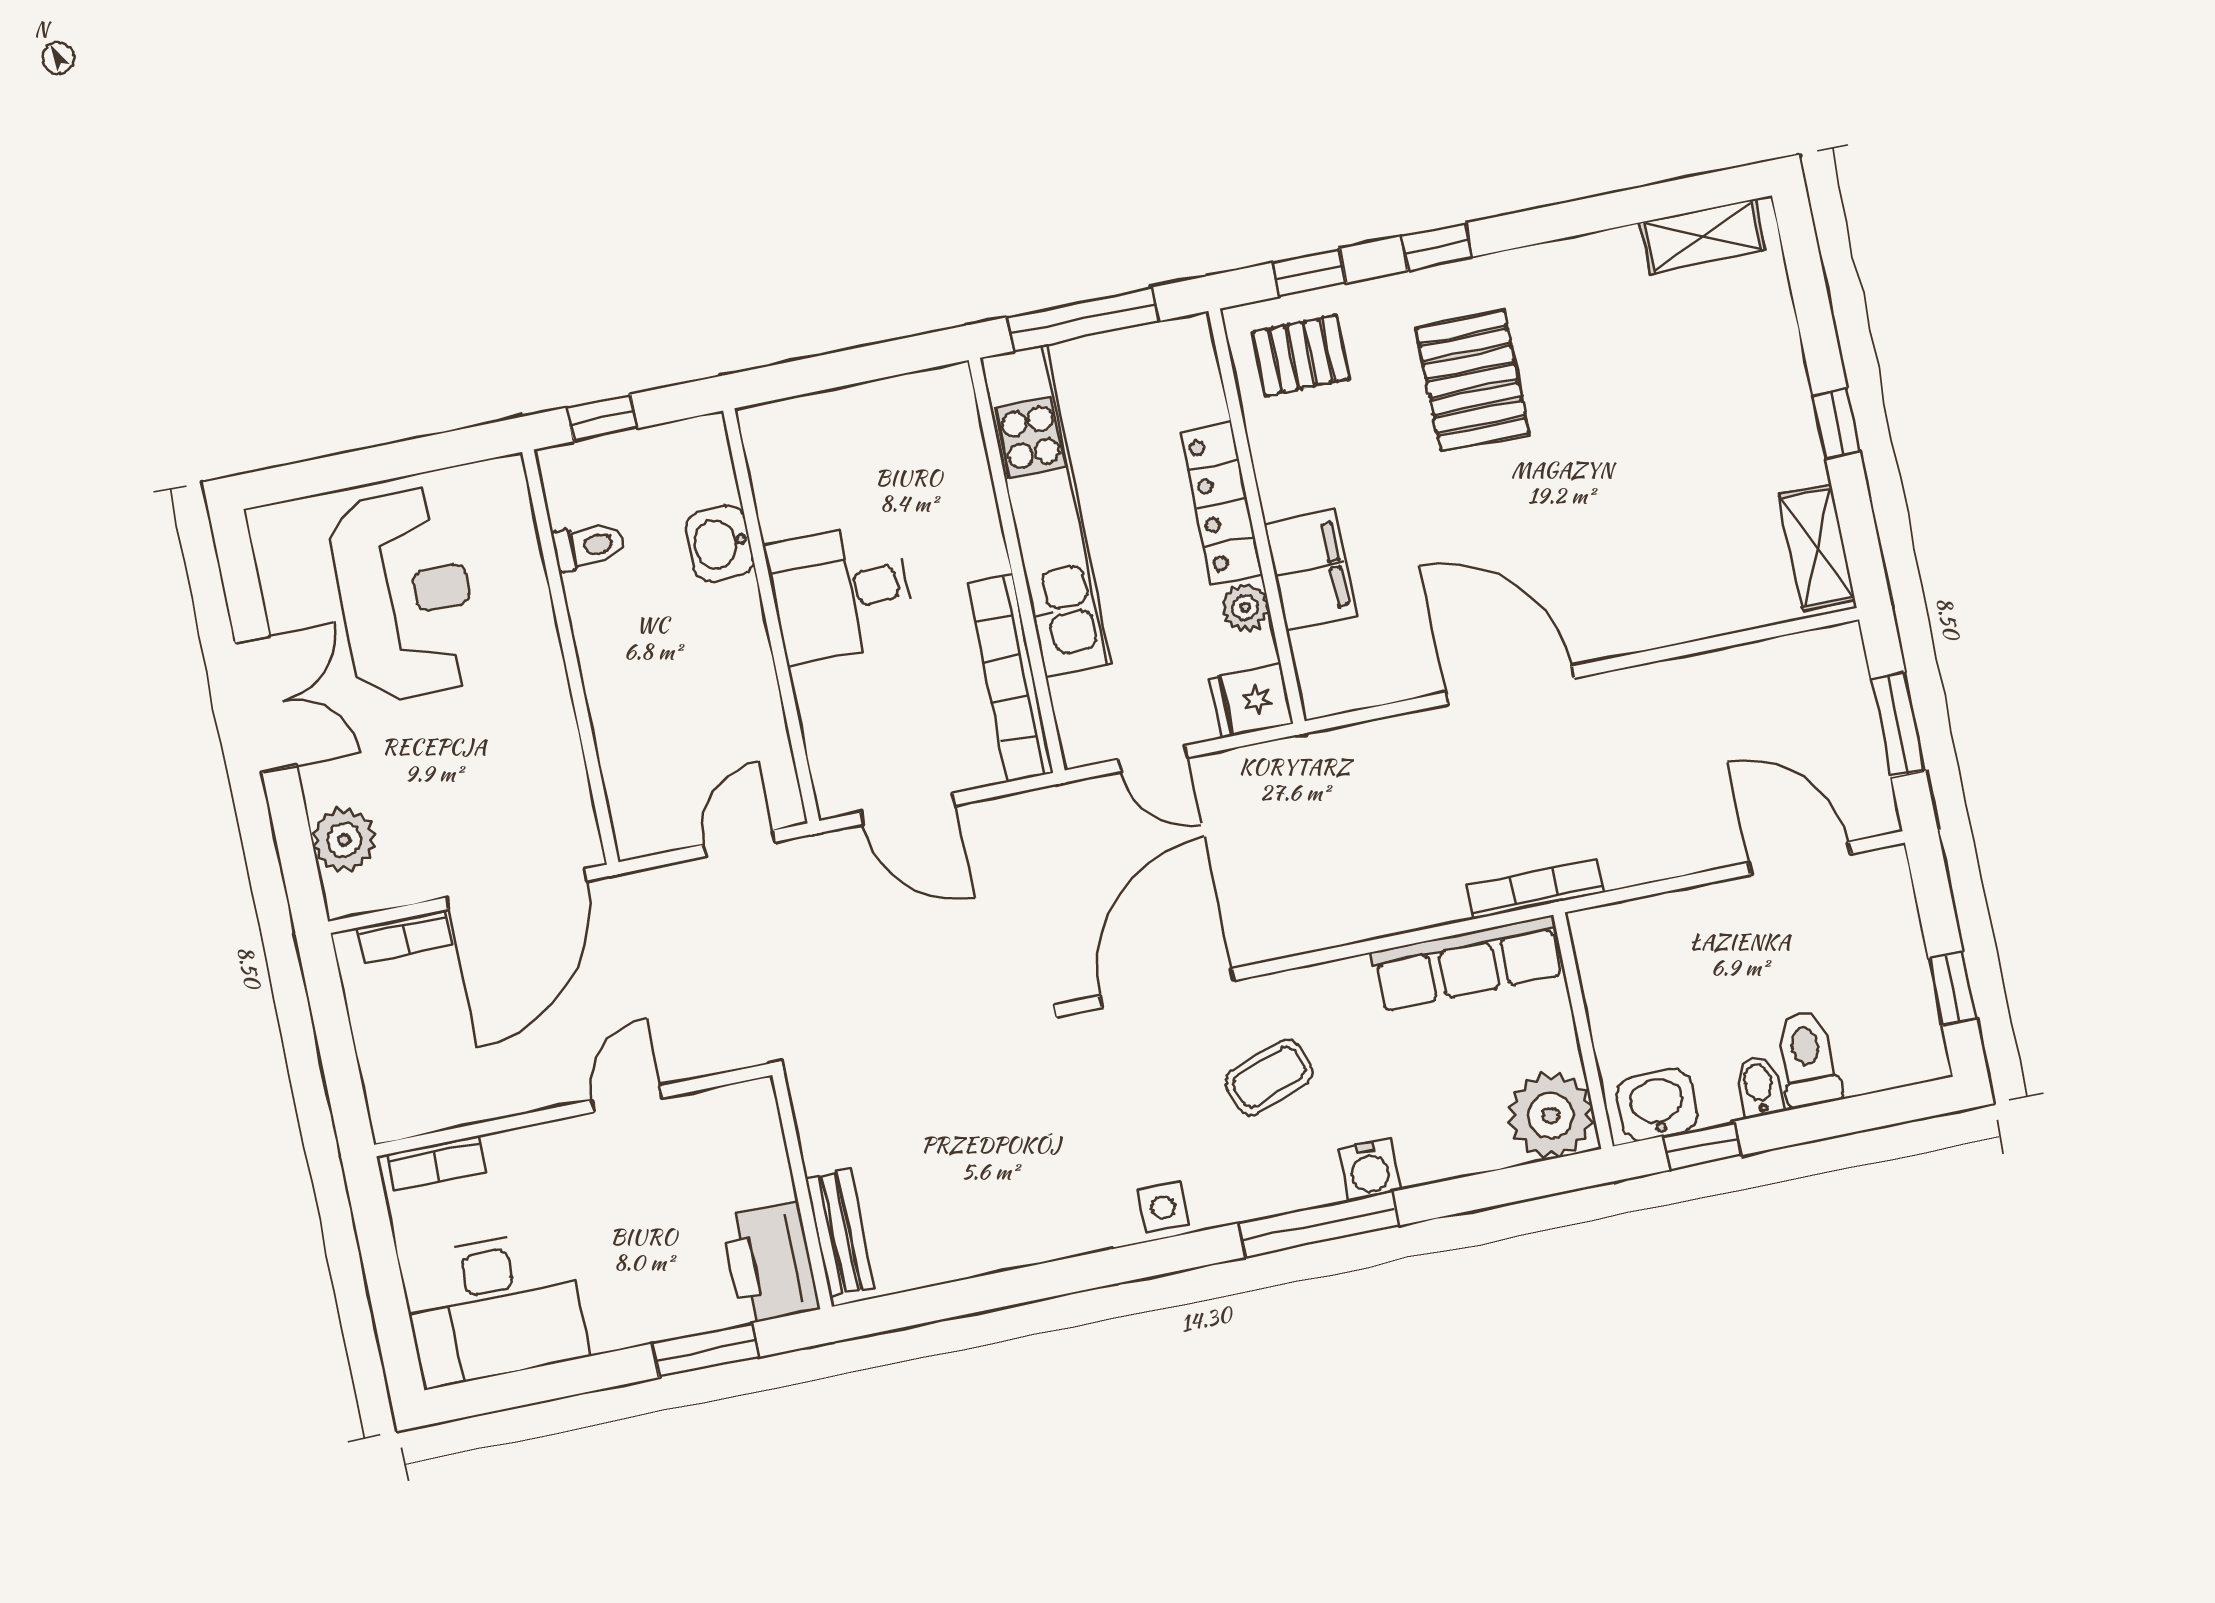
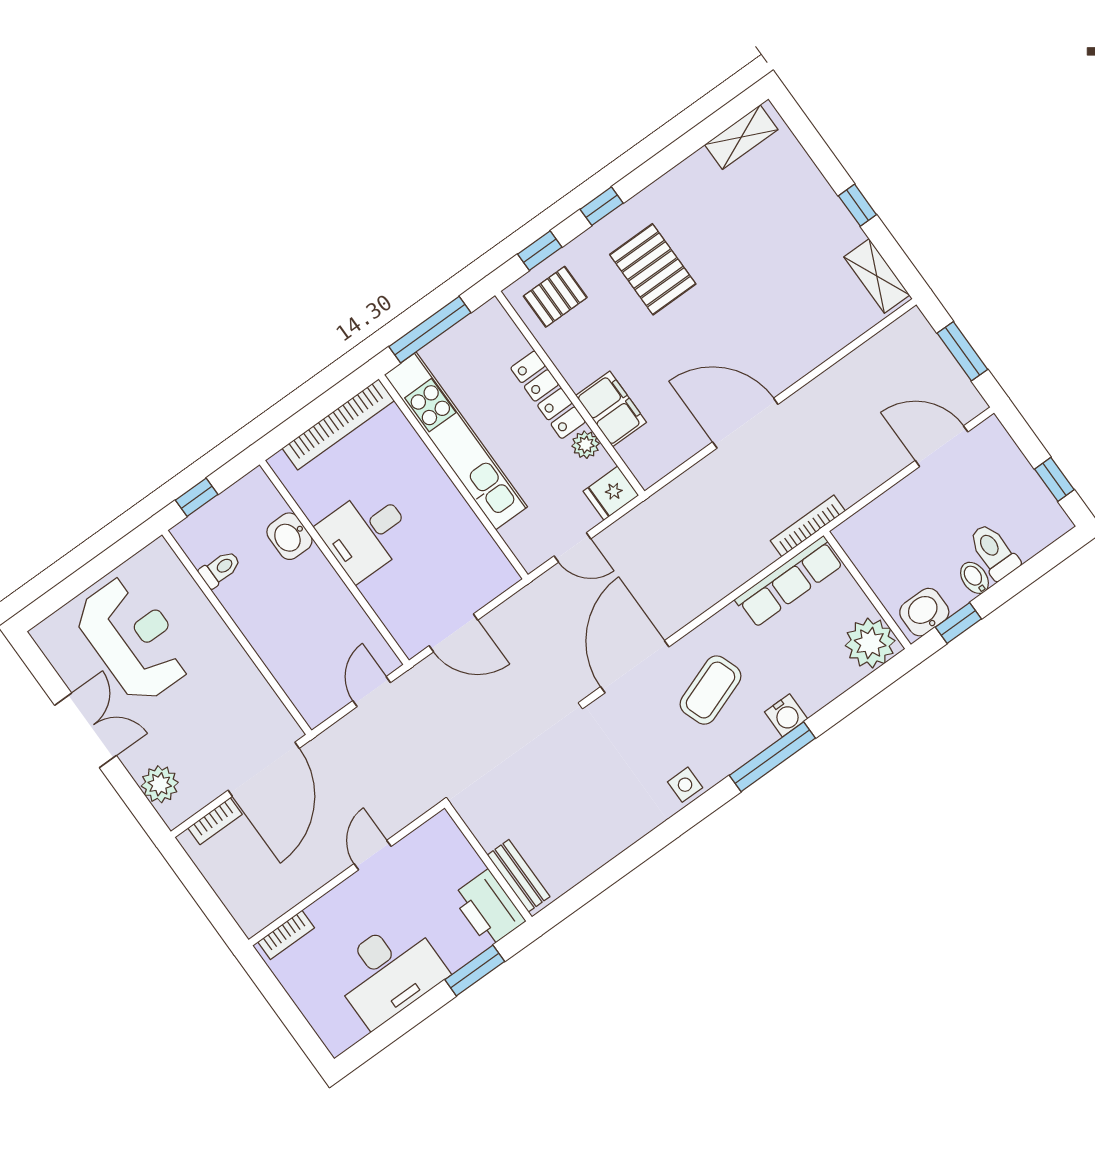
bookcase: (1010, 678) -> (338, 424), moved, turned -90
coffee table: (1269, 1077) -> (710, 690), width x1.36, depth x1.30
desk: (494, 1308) -> (389, 972), moved

